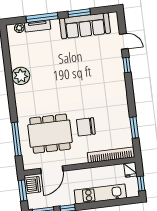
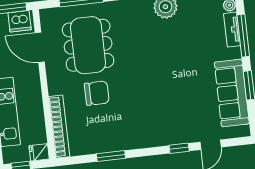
chair: (86, 127) -> (97, 93), turned 90
window: (134, 127) -> (111, 156), moved

